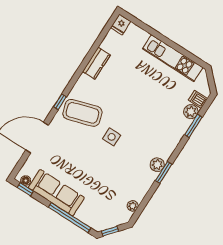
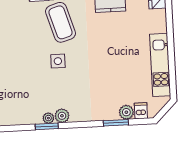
window: (164, 172) -> (47, 126), moved
plant: (133, 206) -> (48, 118), moved

